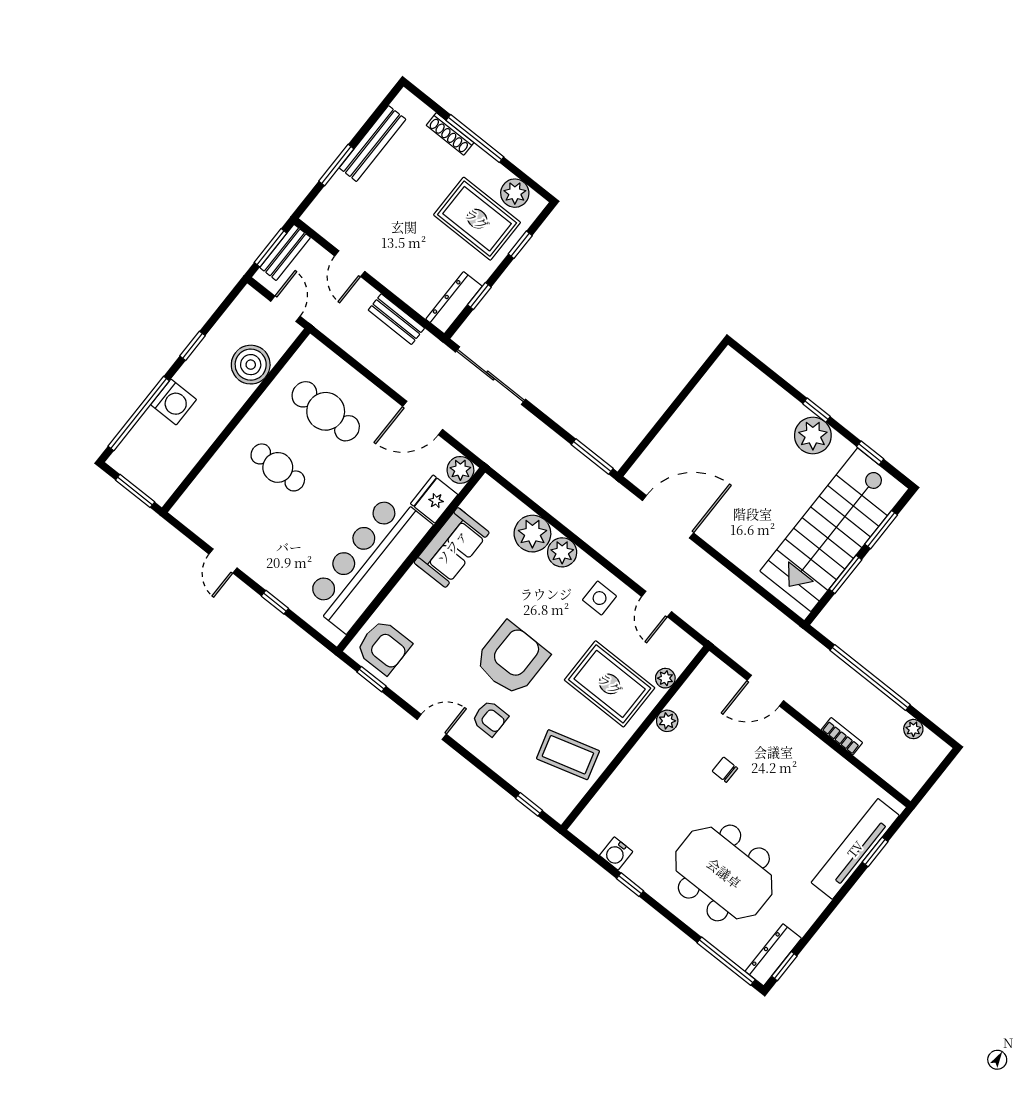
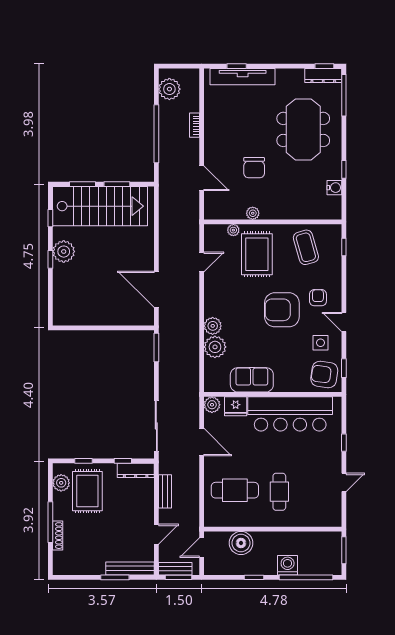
bench: (372, 144) -> (130, 568), moved
cafe table: (326, 411) -> (235, 490), turned 90
side table: (600, 598) -> (321, 343), moved
armchair: (384, 647) -> (324, 374), turned -82
plant: (913, 729) -> (169, 89), width x1.88, depth x1.88
chair: (725, 770) -> (254, 168), width x1.87, depth x1.87

